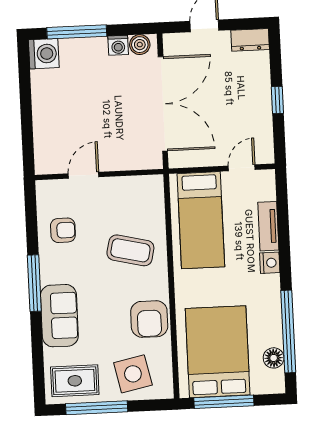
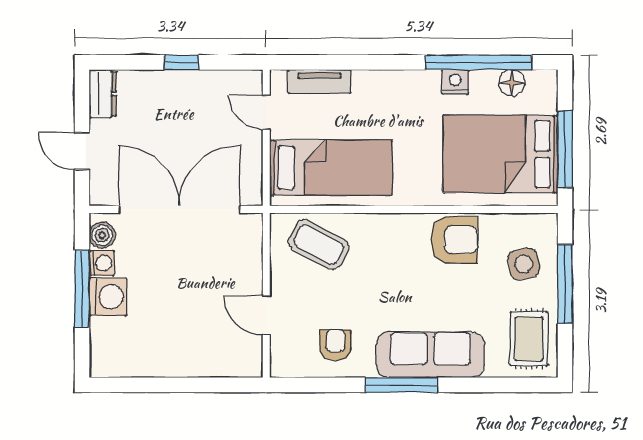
window: (77, 32) -> (82, 289), moved
washing machine: (44, 54) -> (108, 297), moved, turned 90
tv unit: (268, 226) -> (319, 82), moved
coffee table: (130, 250) -> (318, 245), moved, turned -75
nightstand: (270, 263) -> (455, 82), moved
sofa: (59, 316) -> (430, 355), width x1.36
side table: (133, 374) -> (524, 264), width x0.73, depth x0.73
window: (97, 408) -> (565, 284), moved

